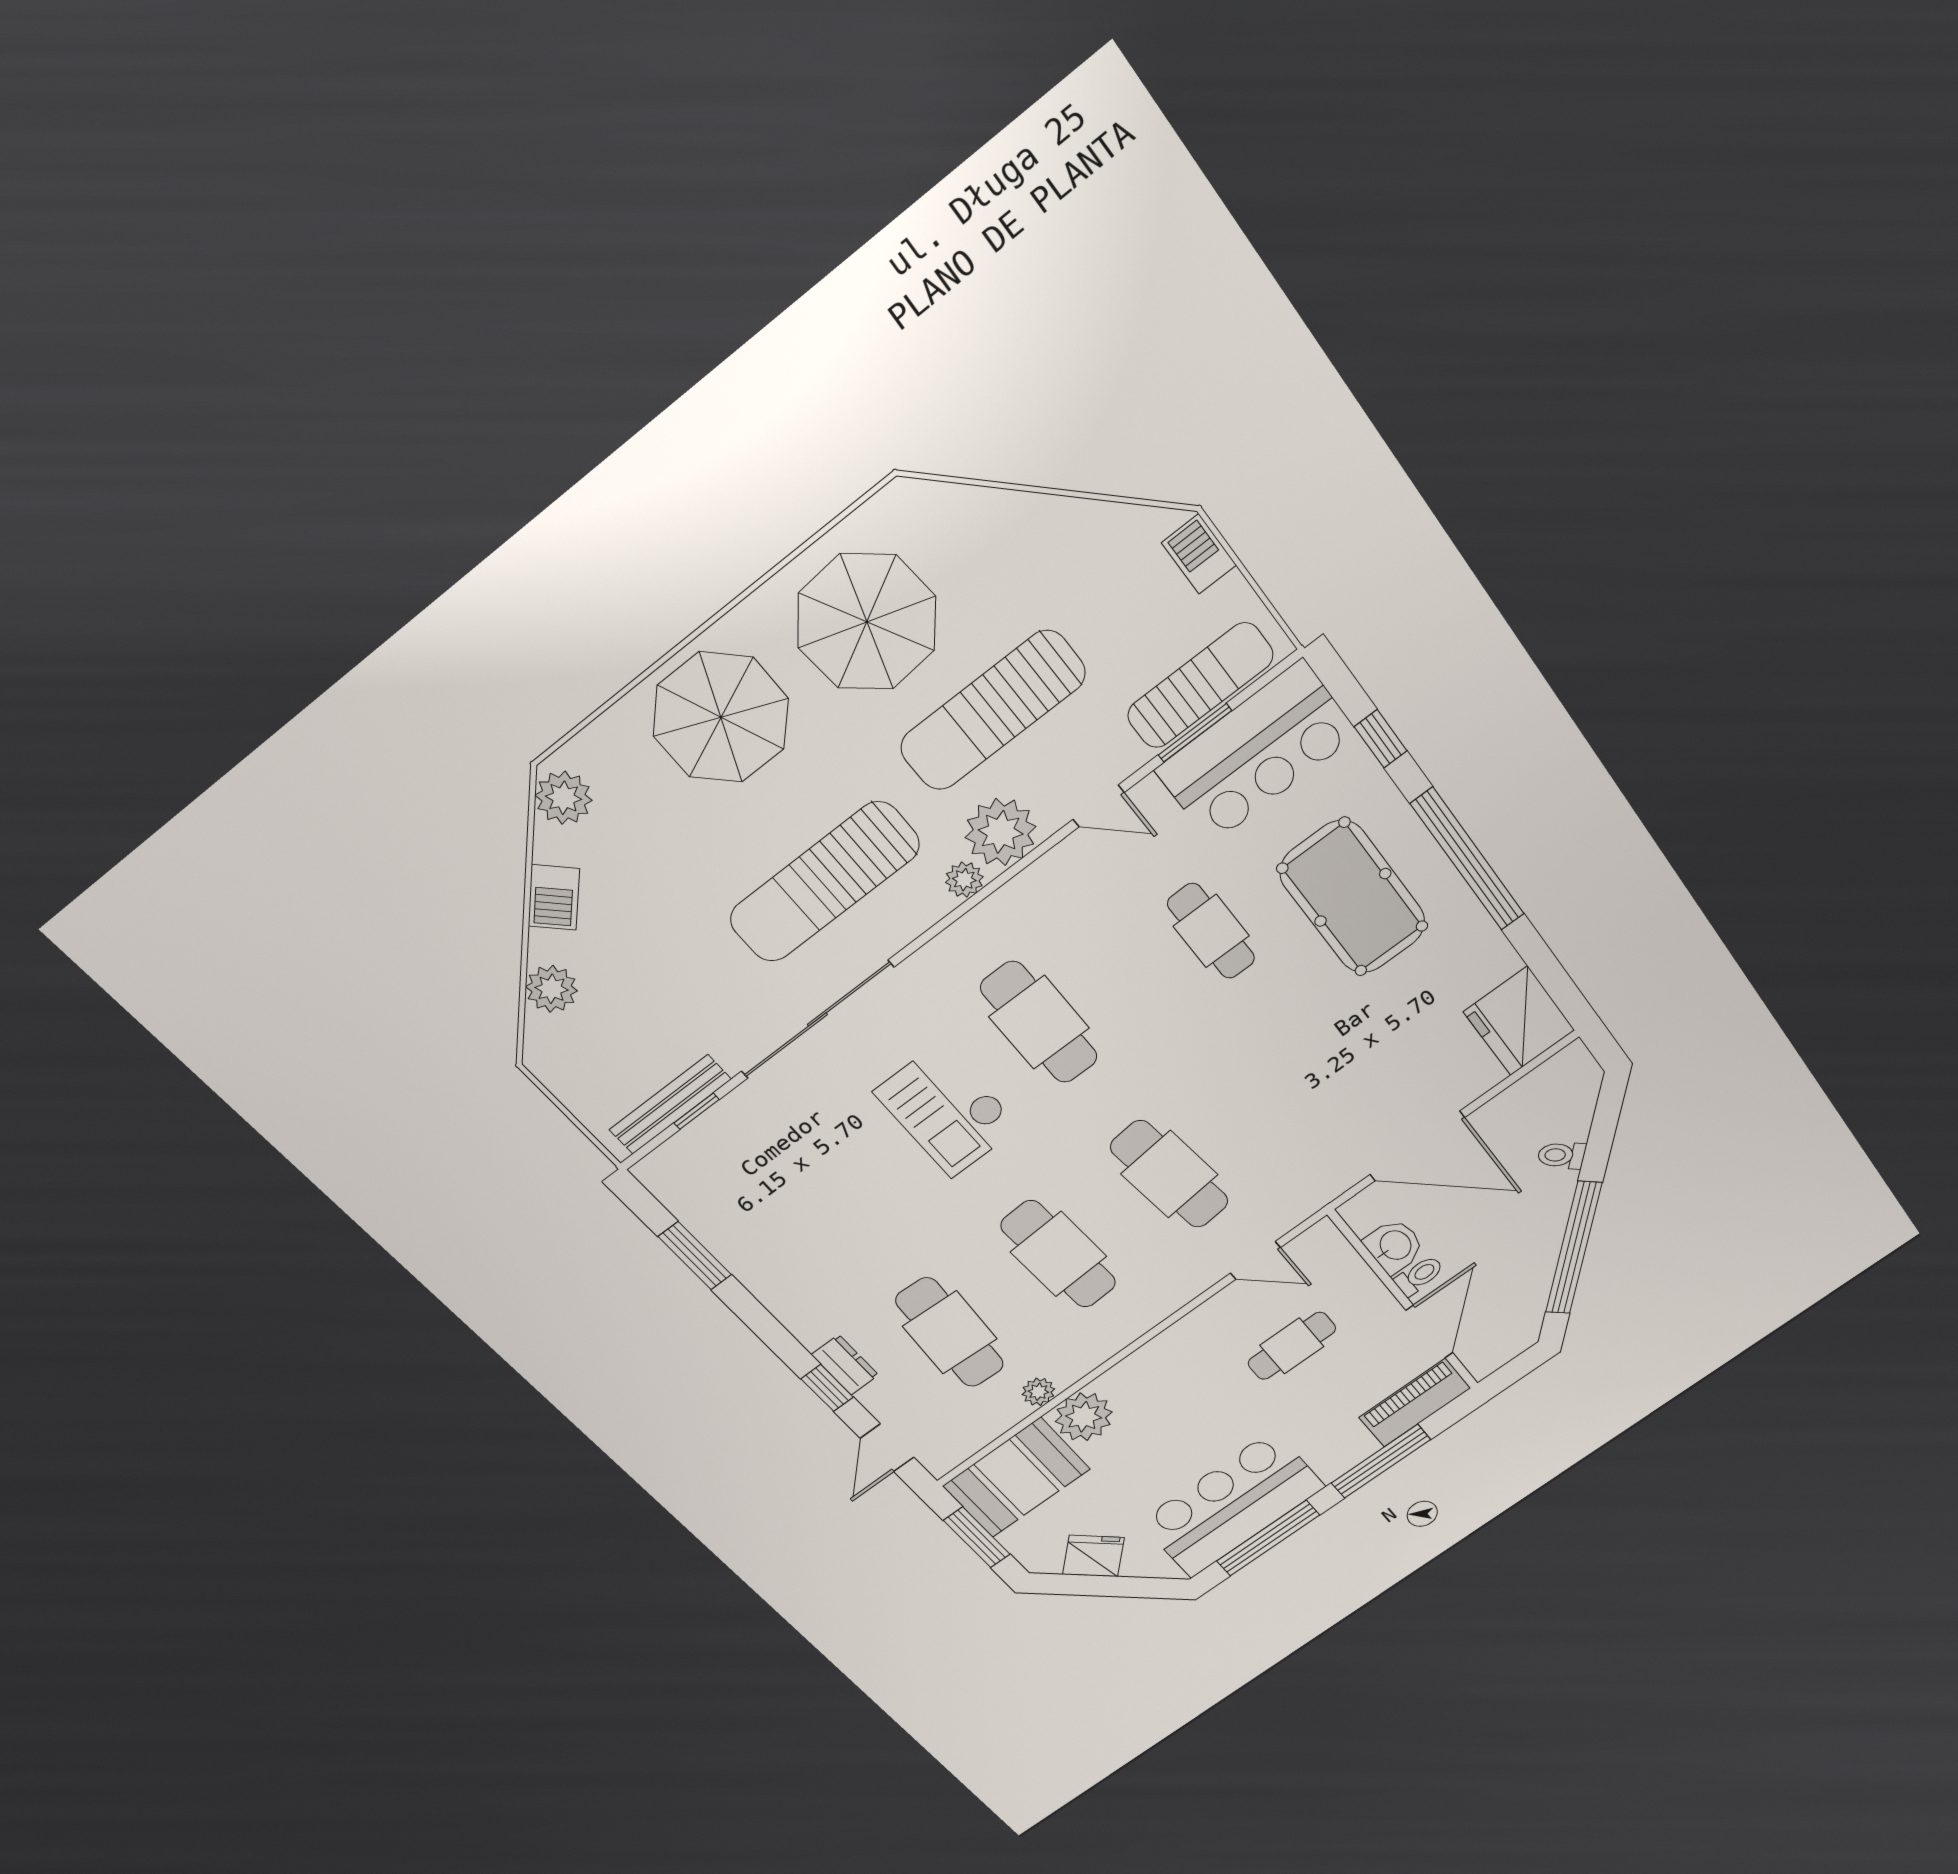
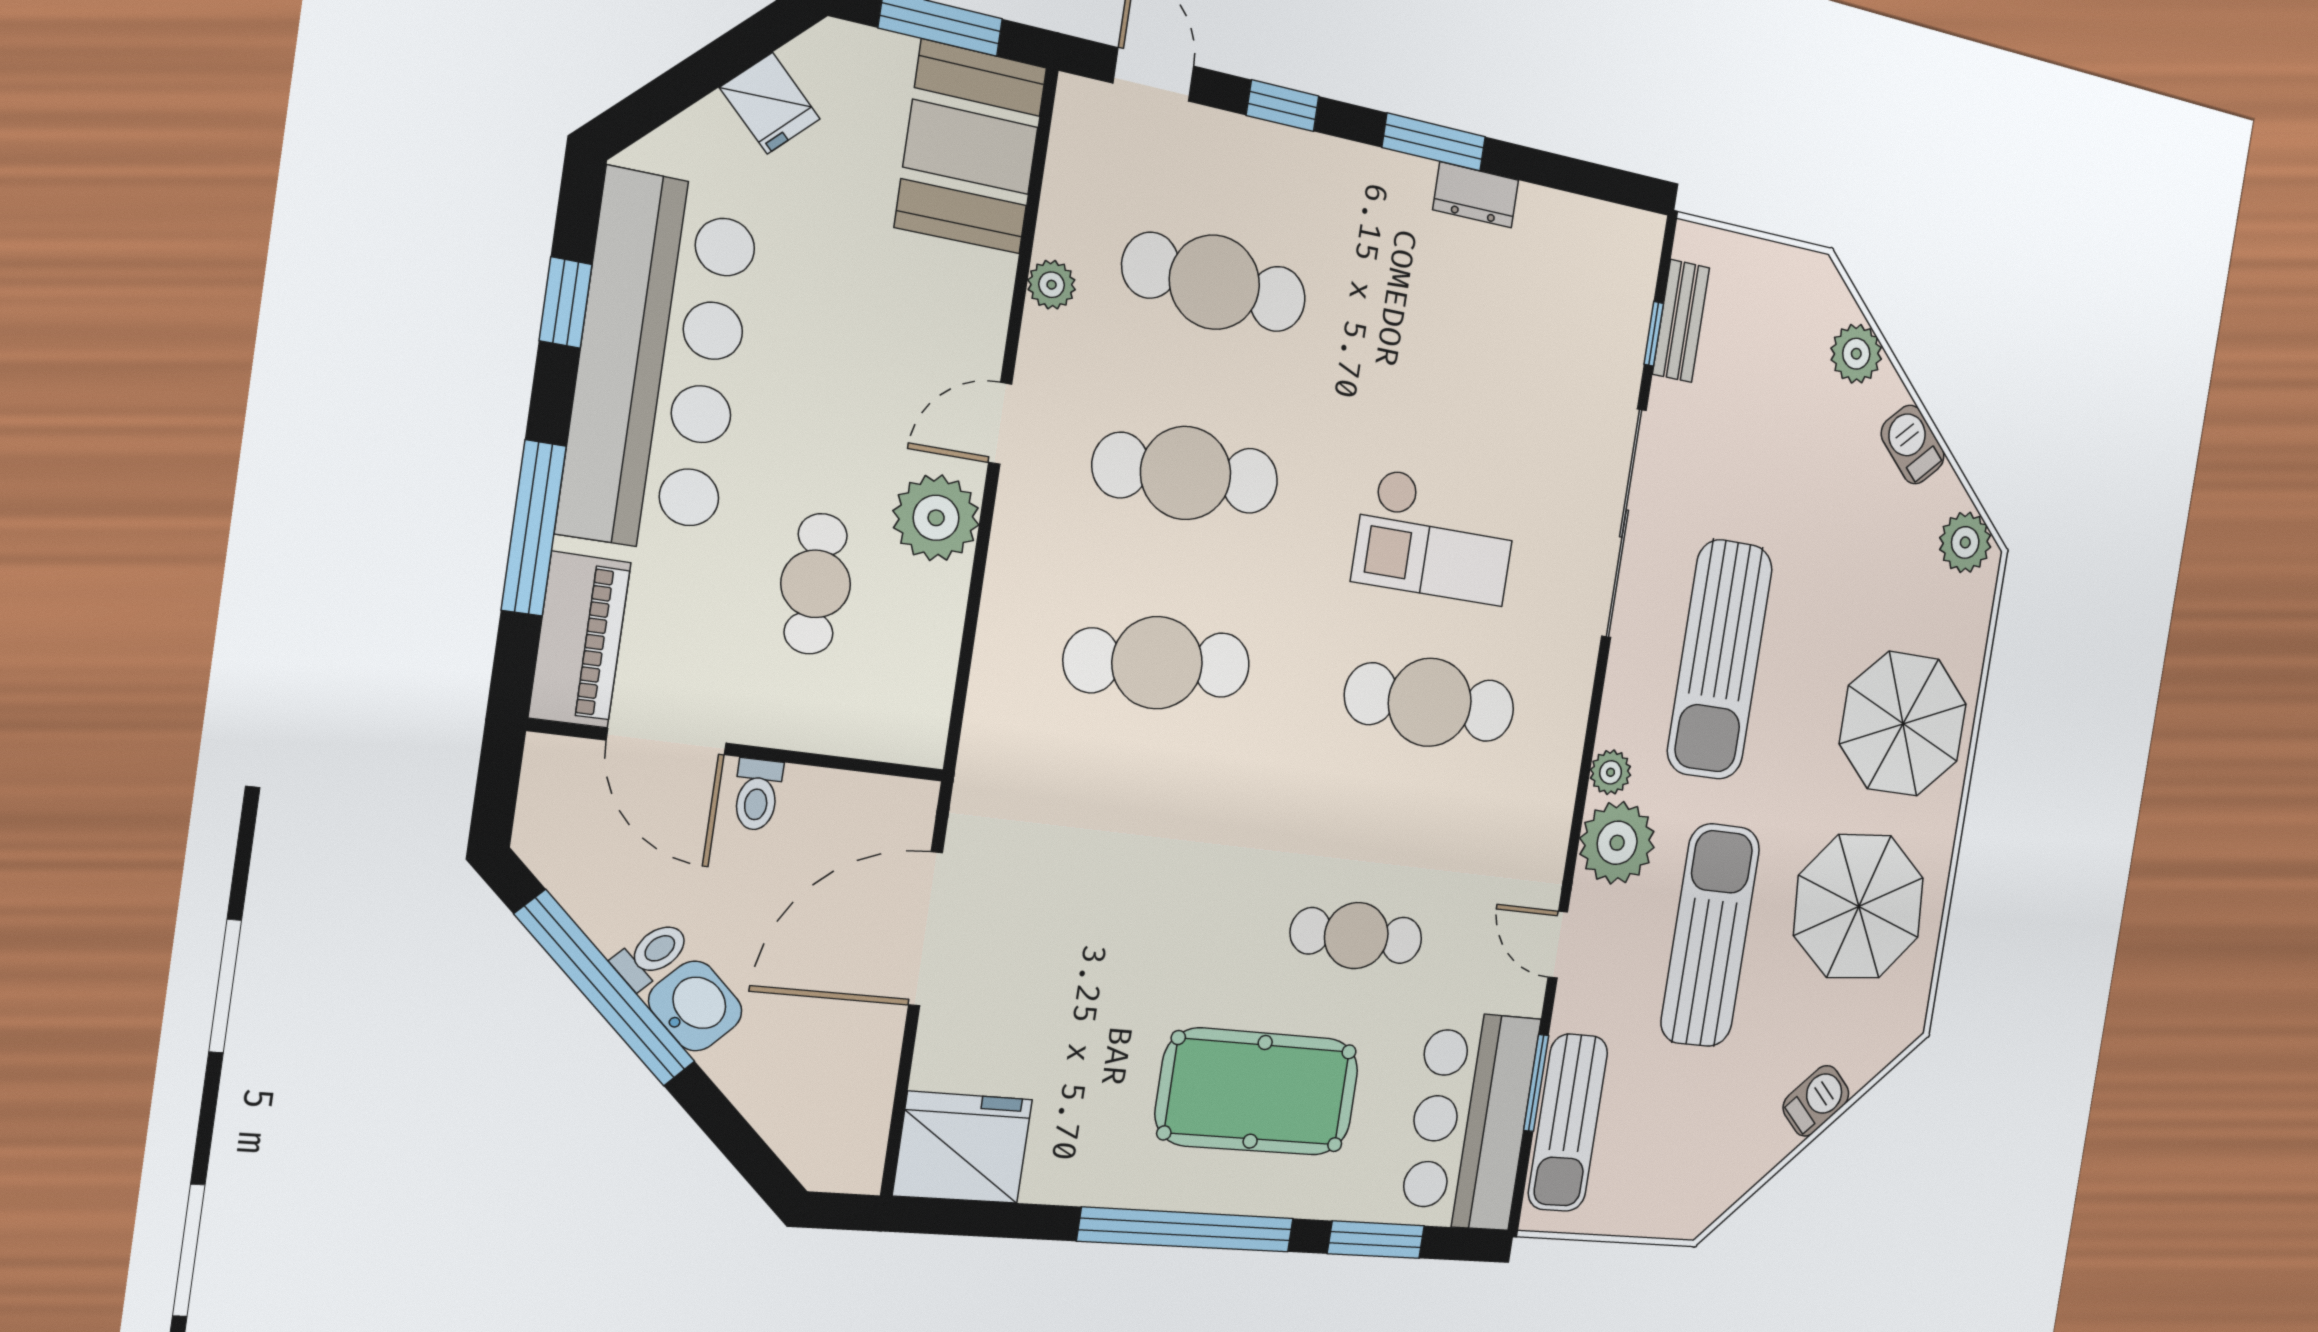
barbecue: (1199, 554) -> (1816, 1101), moved, turned -45
window: (1381, 739) -> (1376, 1240), width x1.50
door: (1098, 806) -> (1558, 945), hinge flipped
sun lounger: (825, 882) -> (1720, 660), turned 180
bench: (670, 1104) -> (1681, 321), width x0.73
checkout: (947, 1109) -> (1436, 537), turned 180
toilet: (1561, 1155) -> (652, 955), moved
washbasin: (1394, 1246) -> (695, 1006), moved, turned -136
window: (695, 1256) -> (1434, 142), moved
door: (1255, 1260) -> (1000, 423), moved
dresser: (845, 1365) -> (1476, 195), moved
plant: (1084, 1417) -> (936, 518), moved
bar counter: (1232, 1504) -> (659, 364), width x1.36
window: (1268, 1538) -> (566, 303), width x0.46
fridge: (1093, 1556) -> (770, 103), width x0.72

